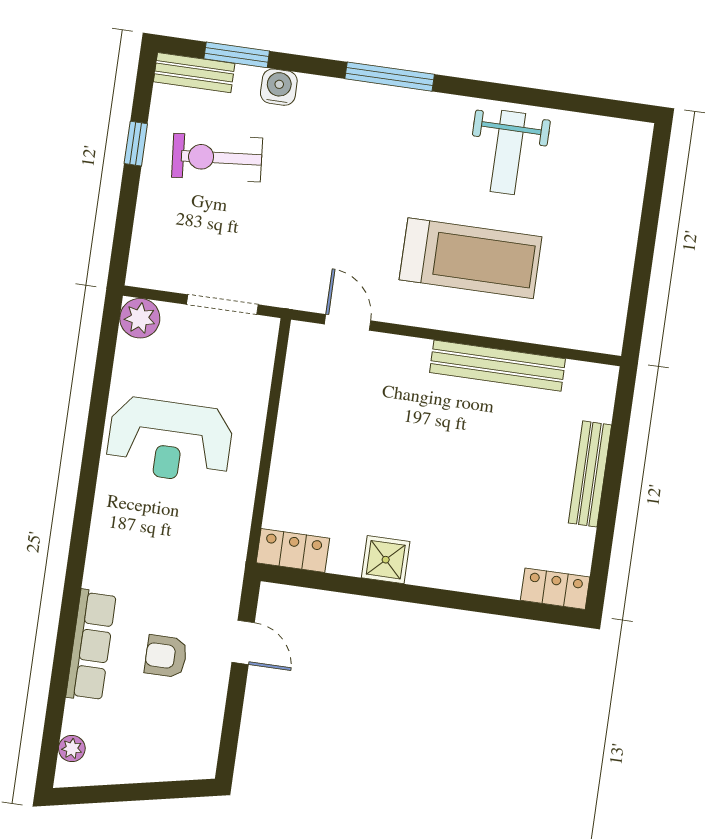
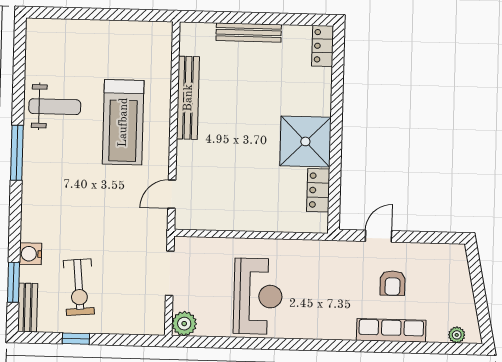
window: (390, 77) -> (17, 153), moved
treadmill: (471, 258) -> (123, 122), turned 180
locker: (293, 550) -> (318, 190), moved
shower: (386, 560) -> (305, 141), width x1.86, depth x1.86

